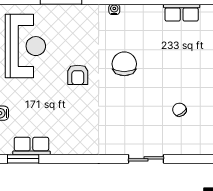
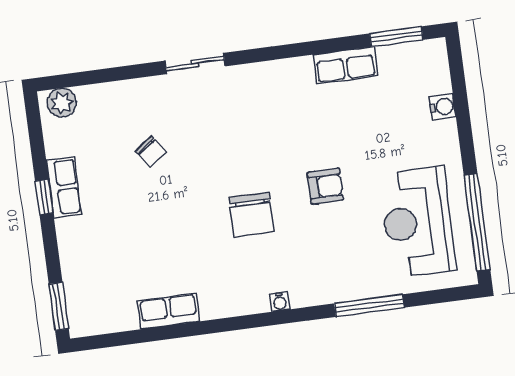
armchair: (78, 75) -> (325, 186), turned 90
row of seats: (31, 146) -> (345, 65), moved

